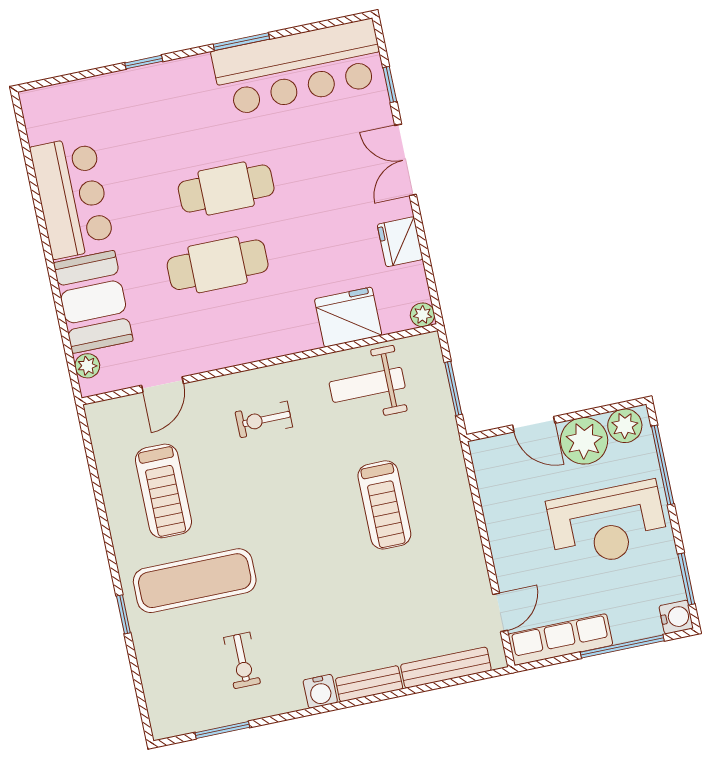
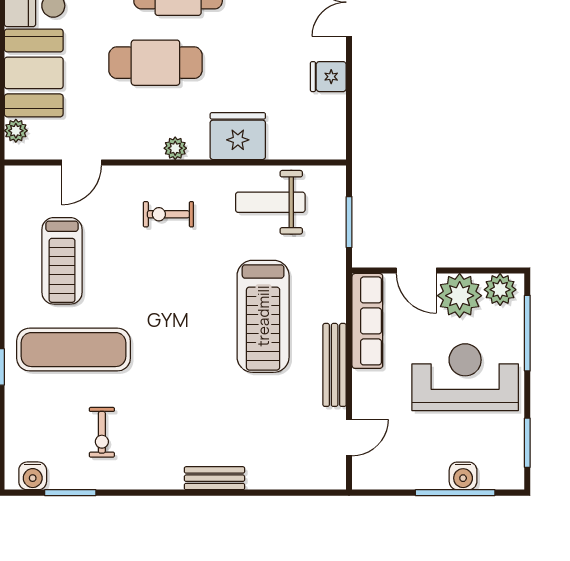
fridge: (400, 242) -> (328, 77), width x0.72
plant: (422, 315) -> (175, 148), moved
fridge: (348, 317) -> (238, 136), moved
treadmill: (384, 505) -> (263, 316), width x1.37, depth x1.38
reception desk: (608, 524) -> (465, 377), turned 180
water cooler: (676, 617) -> (463, 476), moved, turned 90
row of seats: (560, 640) -> (367, 321), moved, turned 90
bench: (446, 668) -> (335, 365), moved, turned 90
water cooler: (320, 691) -> (33, 476), moved

